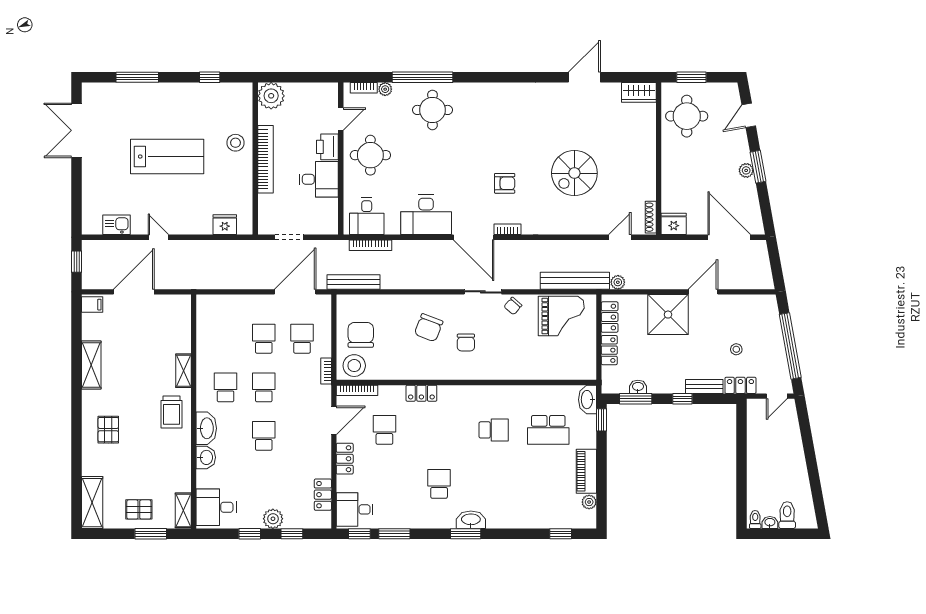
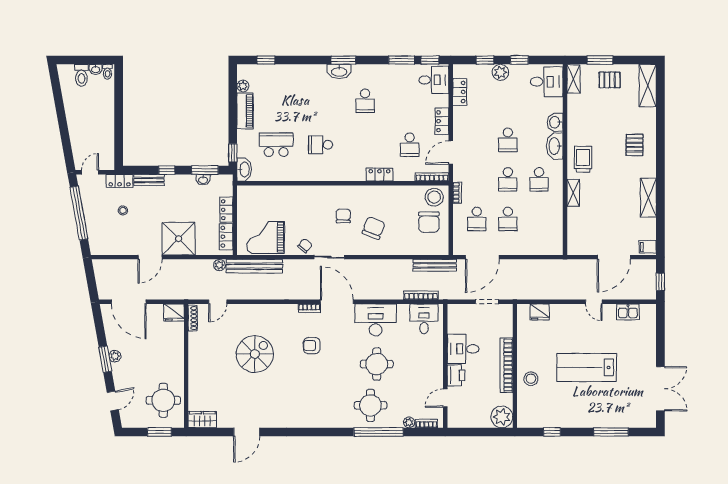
round table: (370, 155) -> (377, 364), moved

